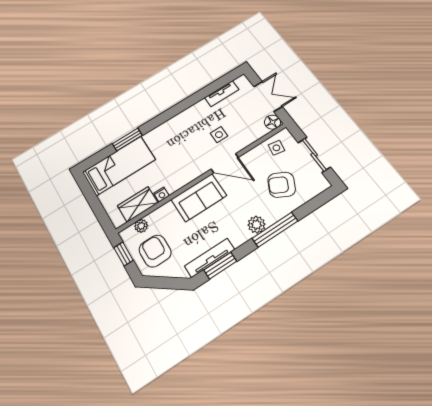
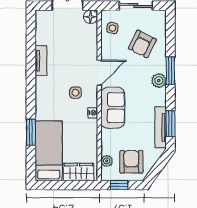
tv unit: (222, 94) -> (41, 61), moved
side table: (219, 135) -> (75, 93), moved
nightstand: (161, 194) -> (93, 113), moved
wardrobe: (138, 204) -> (79, 172), moved, turned 90
window: (275, 230) -> (170, 70), width x0.69
armchair: (155, 251) -> (131, 162), turned 90

